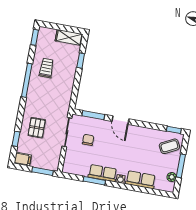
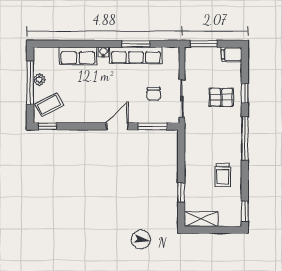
window: (27, 80) -> (245, 138), moved
door: (120, 120) -> (117, 126), hinge flipped
pallet: (37, 128) -> (221, 97), turned 90
window: (16, 139) -> (245, 93), moved
window: (181, 166) -> (30, 83), width x1.44
row of seats: (103, 173) -> (136, 55), width x1.48
plant: (172, 177) -> (39, 80), moved

